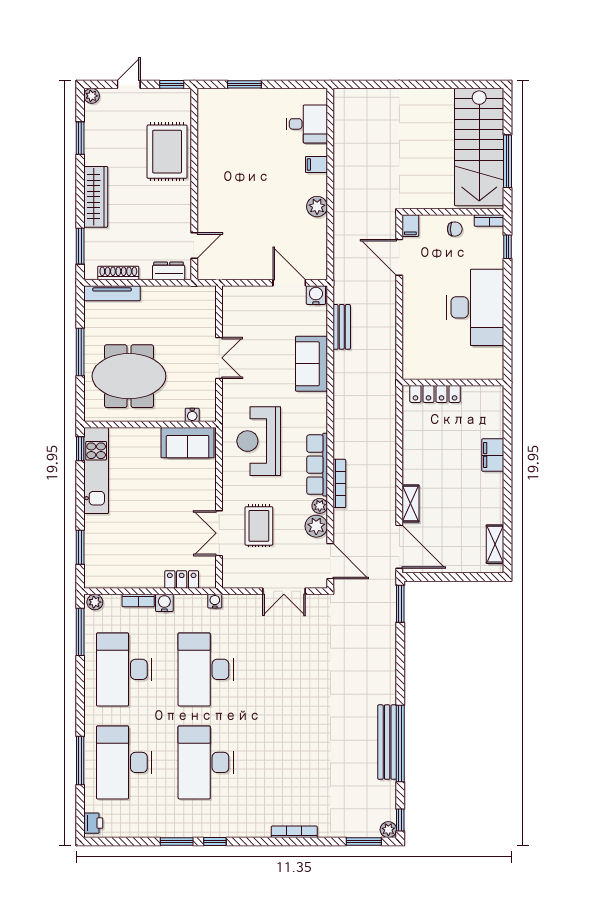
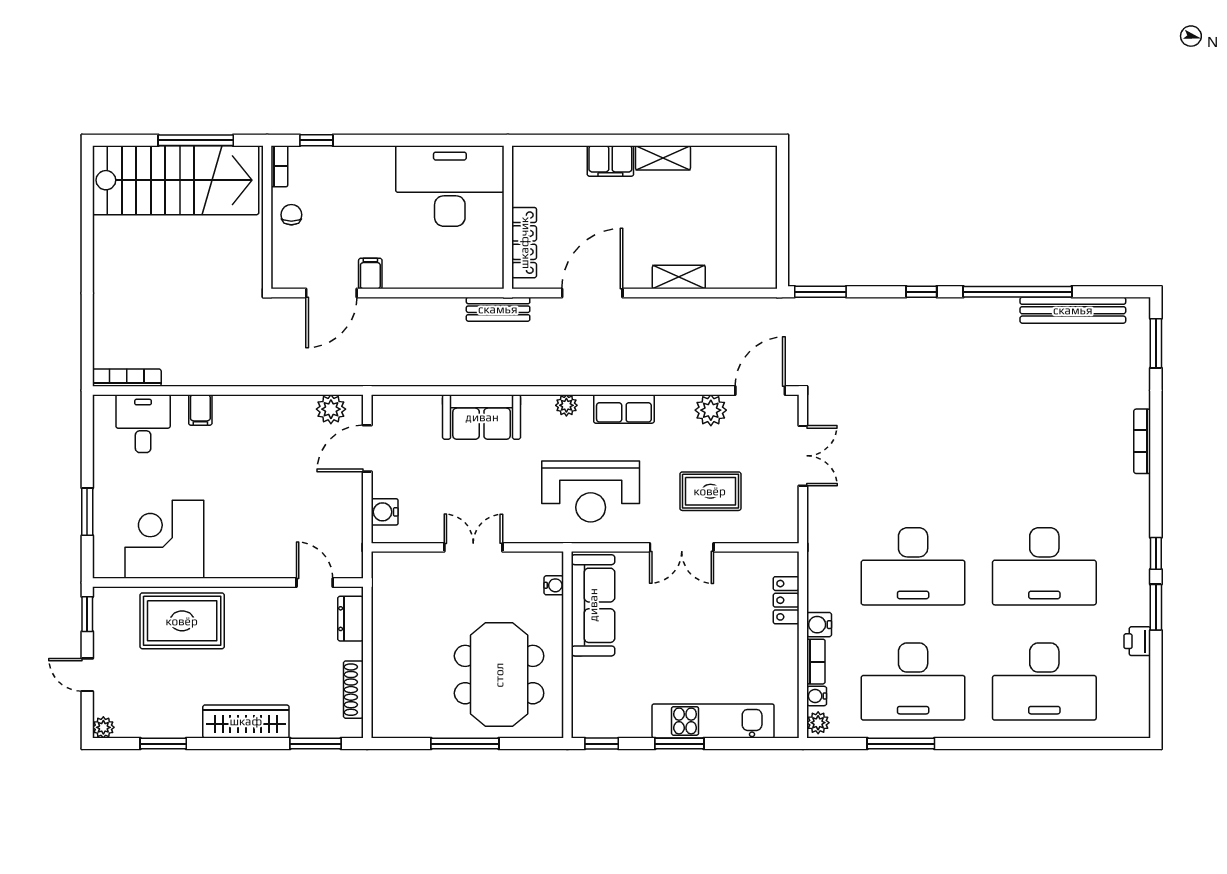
corner desk: (225, 139) -> (164, 539), added
plant: (317, 207) -> (331, 409), moved
filing cabinet: (410, 226) -> (370, 274), moved, turned -90
tv unit: (112, 293) -> (382, 698), removed
water cooler: (316, 295) -> (385, 512), moved
desk: (475, 307) -> (450, 186), moved
bench: (342, 327) -> (498, 309), moved
sofa: (188, 443) -> (593, 605), width x1.36
row of seats: (317, 465) -> (624, 409), width x0.68
kitchen unit: (96, 471) -> (713, 721), moved
bookcase: (339, 483) -> (127, 378), moved
plant: (320, 506) -> (566, 405), moved
double door: (219, 533) -> (682, 547), moved
shelving: (495, 544) -> (663, 158), moved
window: (80, 547) -> (679, 744), moved
door: (399, 547) -> (592, 293), moved
water cooler: (215, 601) -> (817, 696), moved
window: (80, 632) -> (901, 744), moved
bench: (387, 742) -> (1073, 310), moved
window: (80, 760) -> (1042, 744), removed
window: (400, 820) -> (921, 292), moved
printer: (93, 823) -> (1137, 641), moved, turned -90
plant: (388, 830) -> (1139, 309), removed

